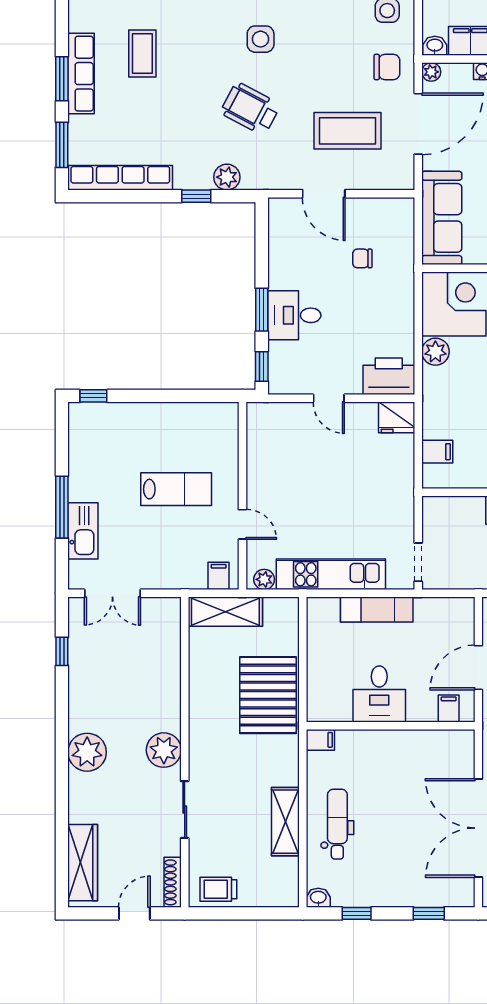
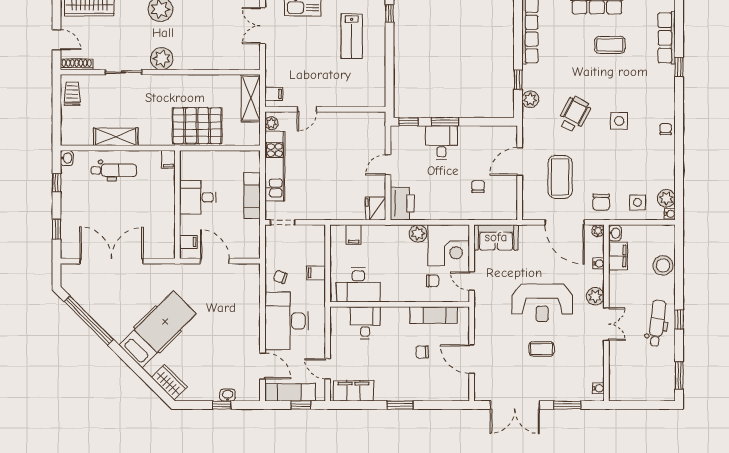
sofa: (442, 218) -> (496, 237), width x0.73
lab bench: (176, 489) -> (352, 36), moved

